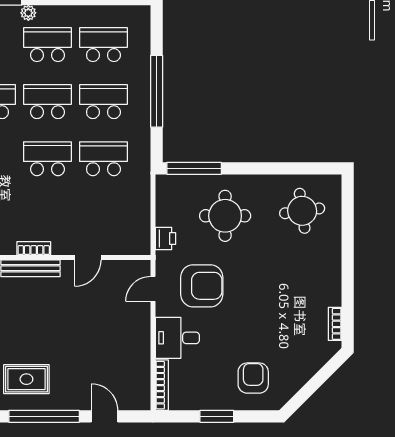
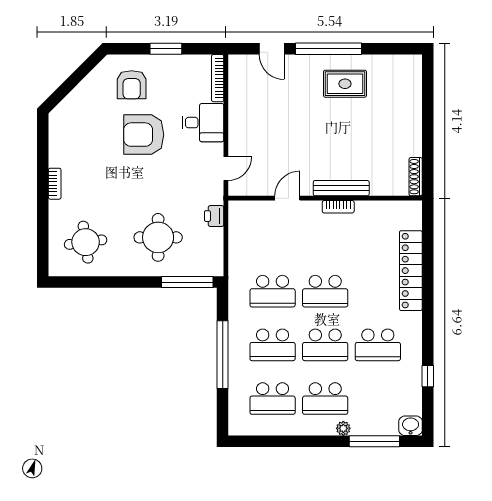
armchair: (202, 286) -> (144, 135), moved
bookcase: (335, 324) -> (55, 184), moved

